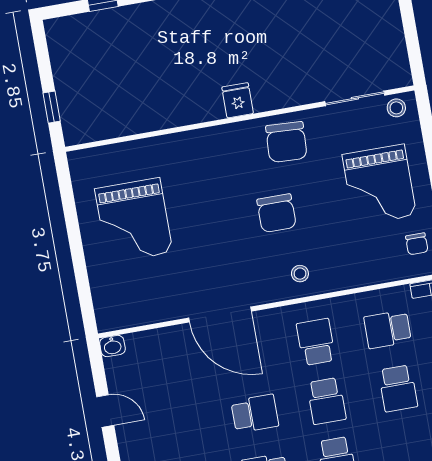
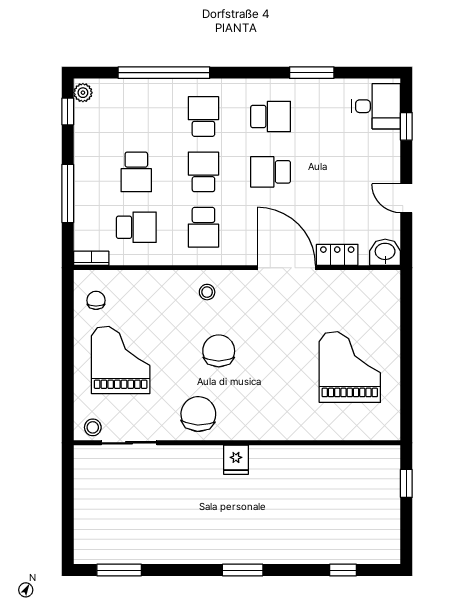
locker: (168, 338) -> (337, 255), added
washbasin: (112, 346) -> (385, 252), width x1.38, depth x1.45
school desk: (398, 388) -> (136, 172), turned 180

